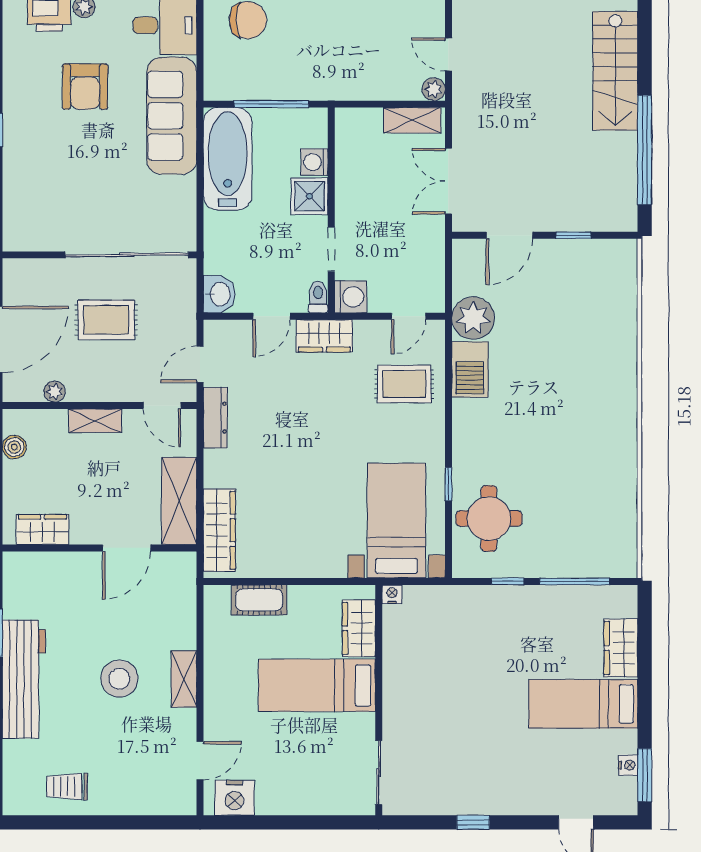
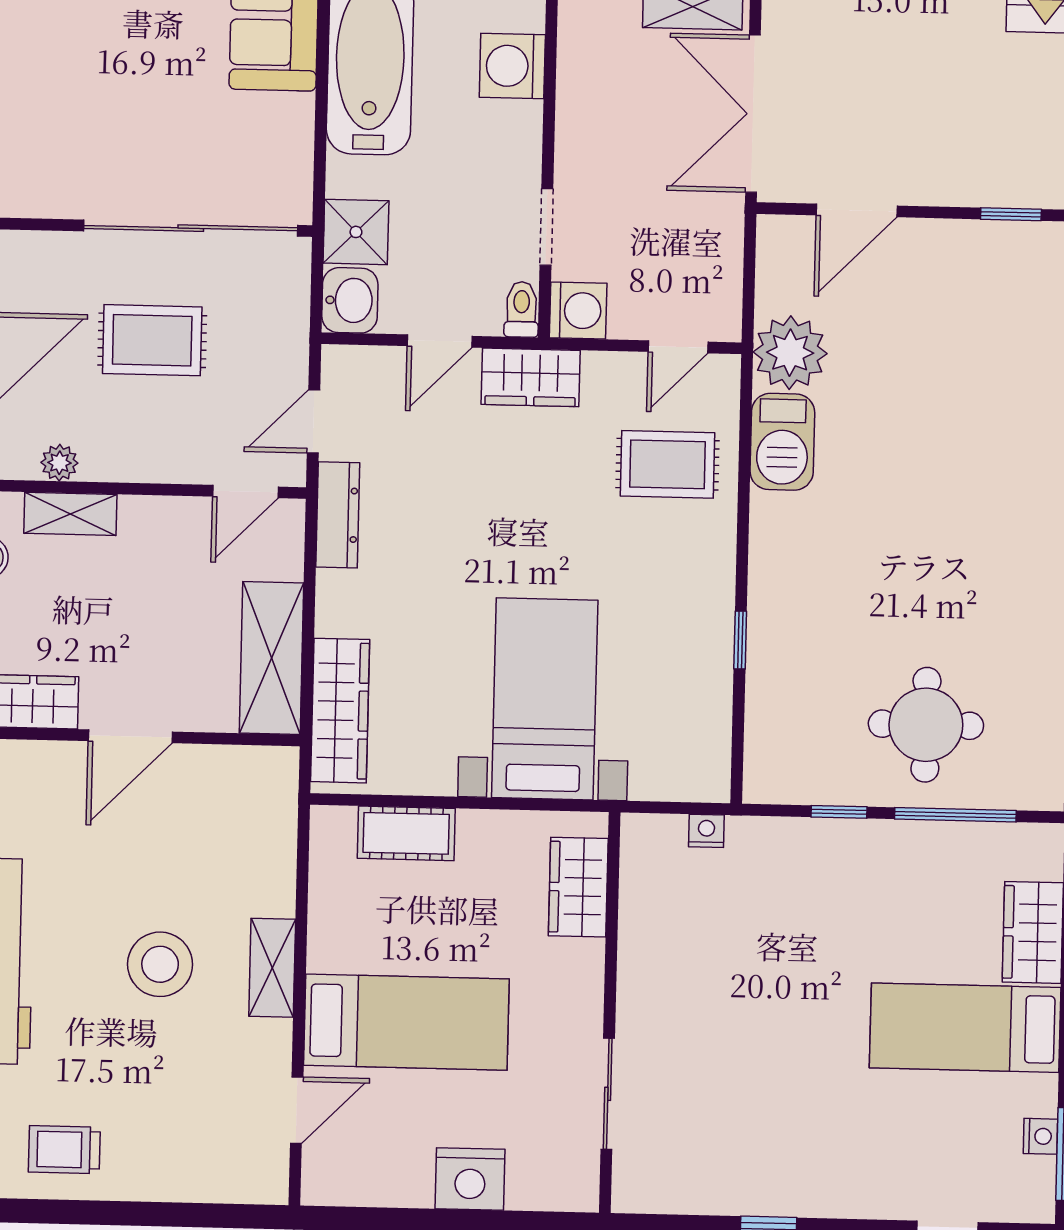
washing machine: (314, 162) -> (512, 66), width x1.38, depth x1.38
double door: (448, 181) -> (753, 114), width x1.37
shower: (309, 196) -> (356, 232), moved
window: (573, 235) -> (1011, 214), moved
door: (162, 406) -> (245, 492), hinge flipped
shelving: (95, 421) -> (70, 514), moved
round table: (489, 519) -> (926, 725), moved
bed with nightstands: (396, 521) -> (545, 699), moved
door: (127, 548) -> (130, 736), moved
nightstand: (392, 594) -> (706, 831), moved
bed: (317, 685) -> (406, 1022), moved, turned 180
sliding door: (379, 773) -> (608, 1094), moved
nightstand: (235, 798) -> (470, 1179), moved

